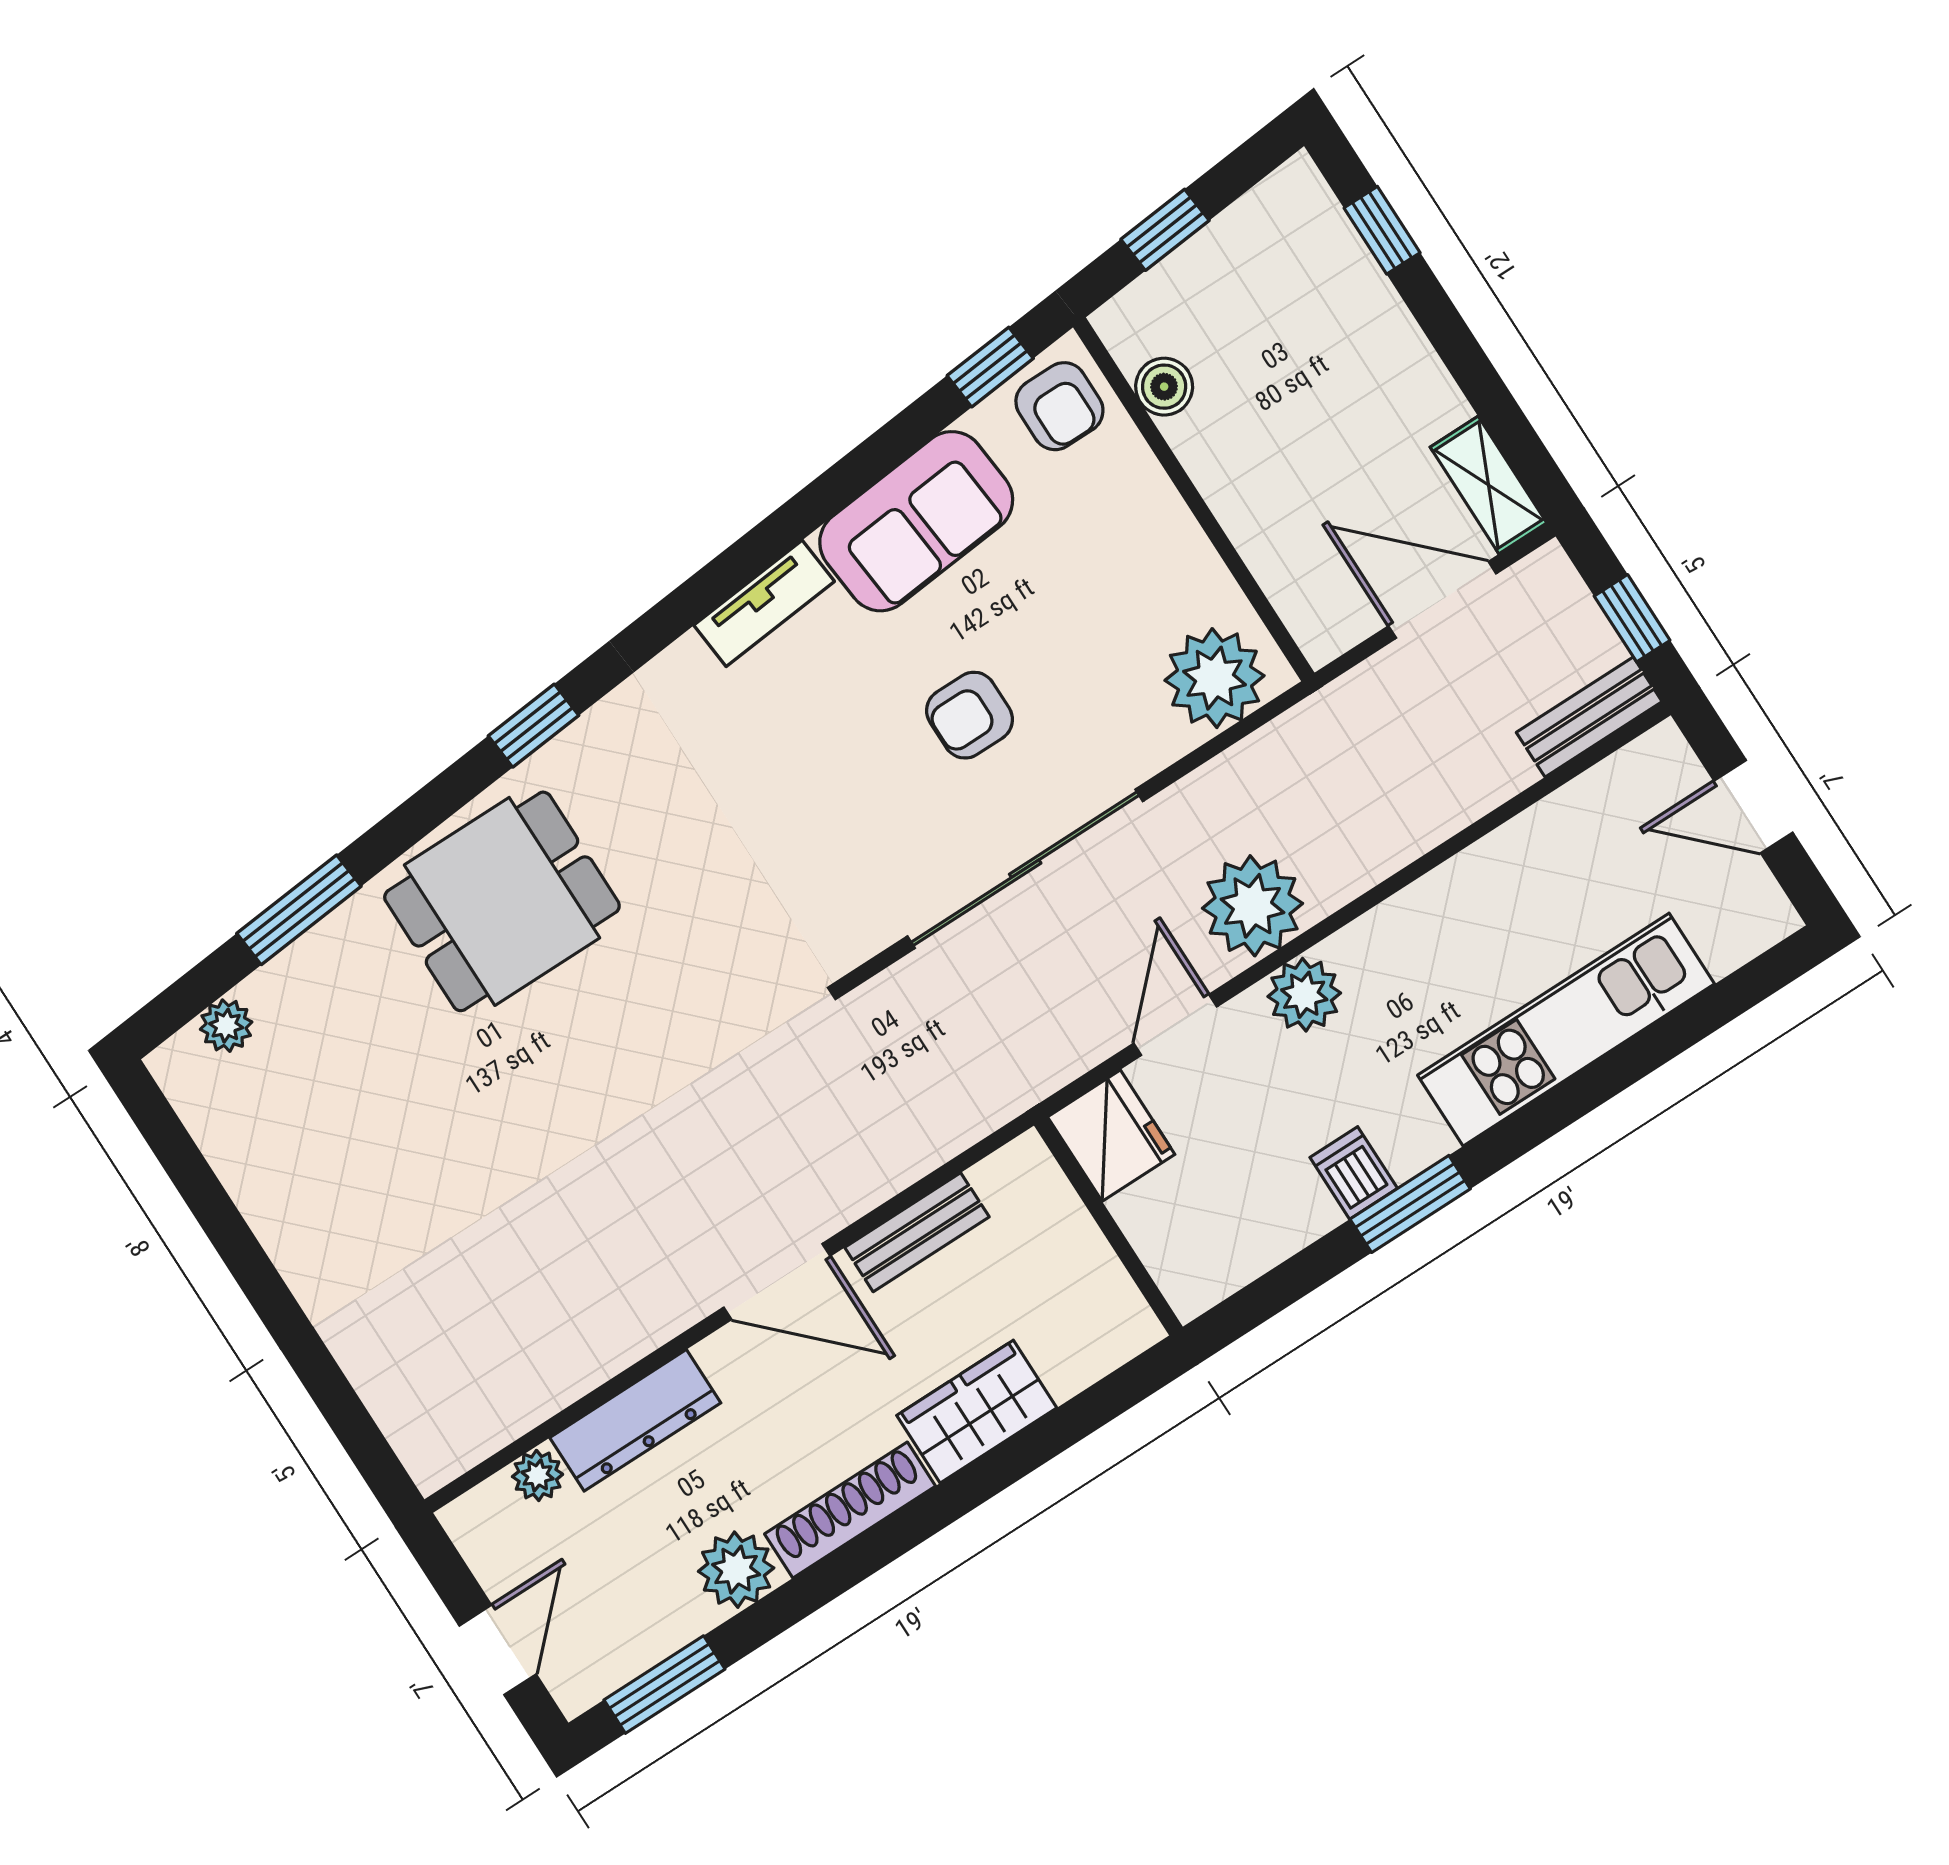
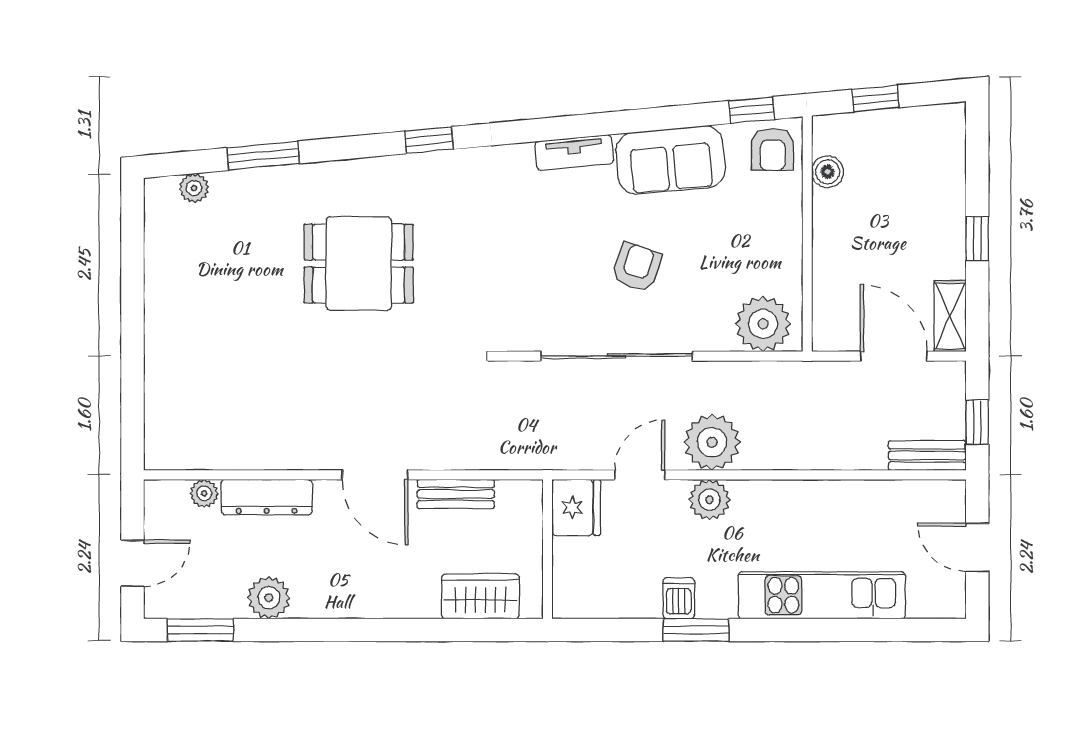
window: (1382, 230) -> (977, 239), moved
armchair: (970, 715) -> (637, 267), turned 109
dining table: (502, 901) -> (359, 264), moved
wardrobe: (977, 1412) -> (480, 596), moved
shoe rack: (850, 1510) -> (340, 604), removed

